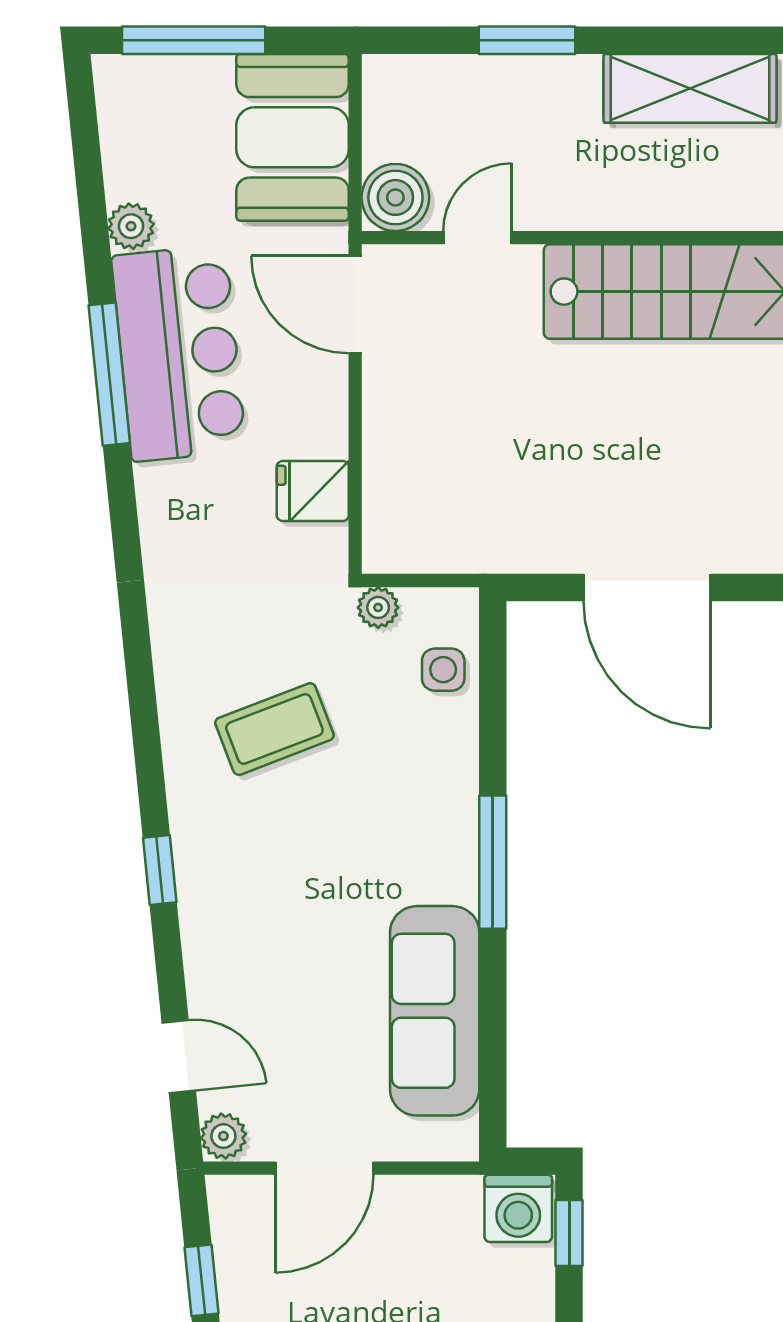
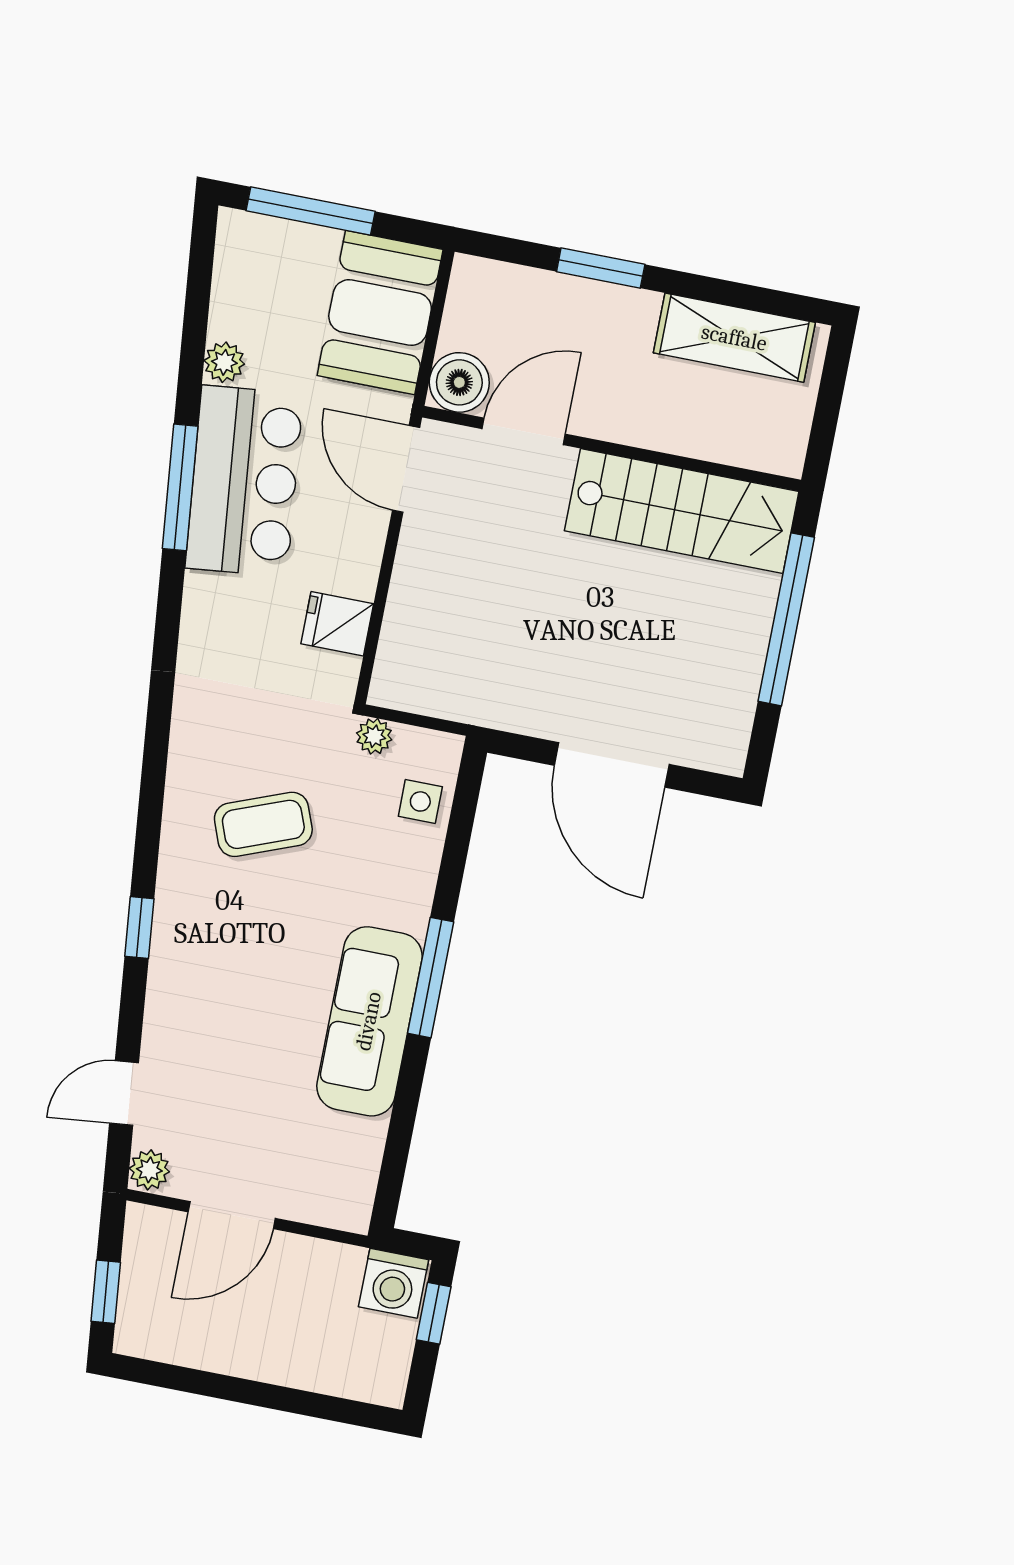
door: (477, 238) -> (524, 431), width x1.38
sofa: (435, 1011) -> (369, 1021), moved
door: (179, 1057) -> (124, 1093), swing flipped

